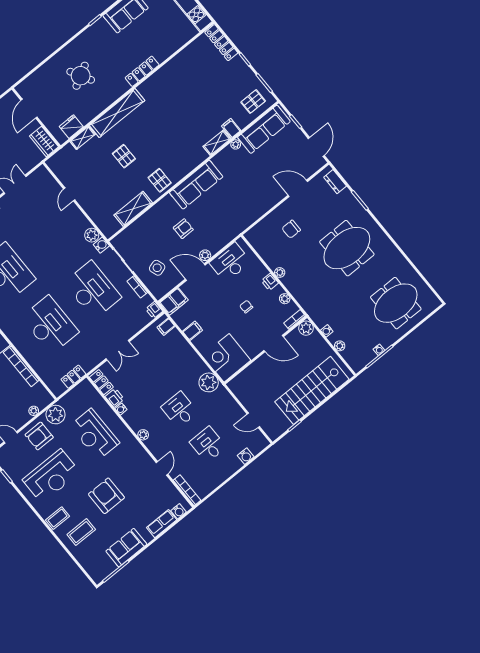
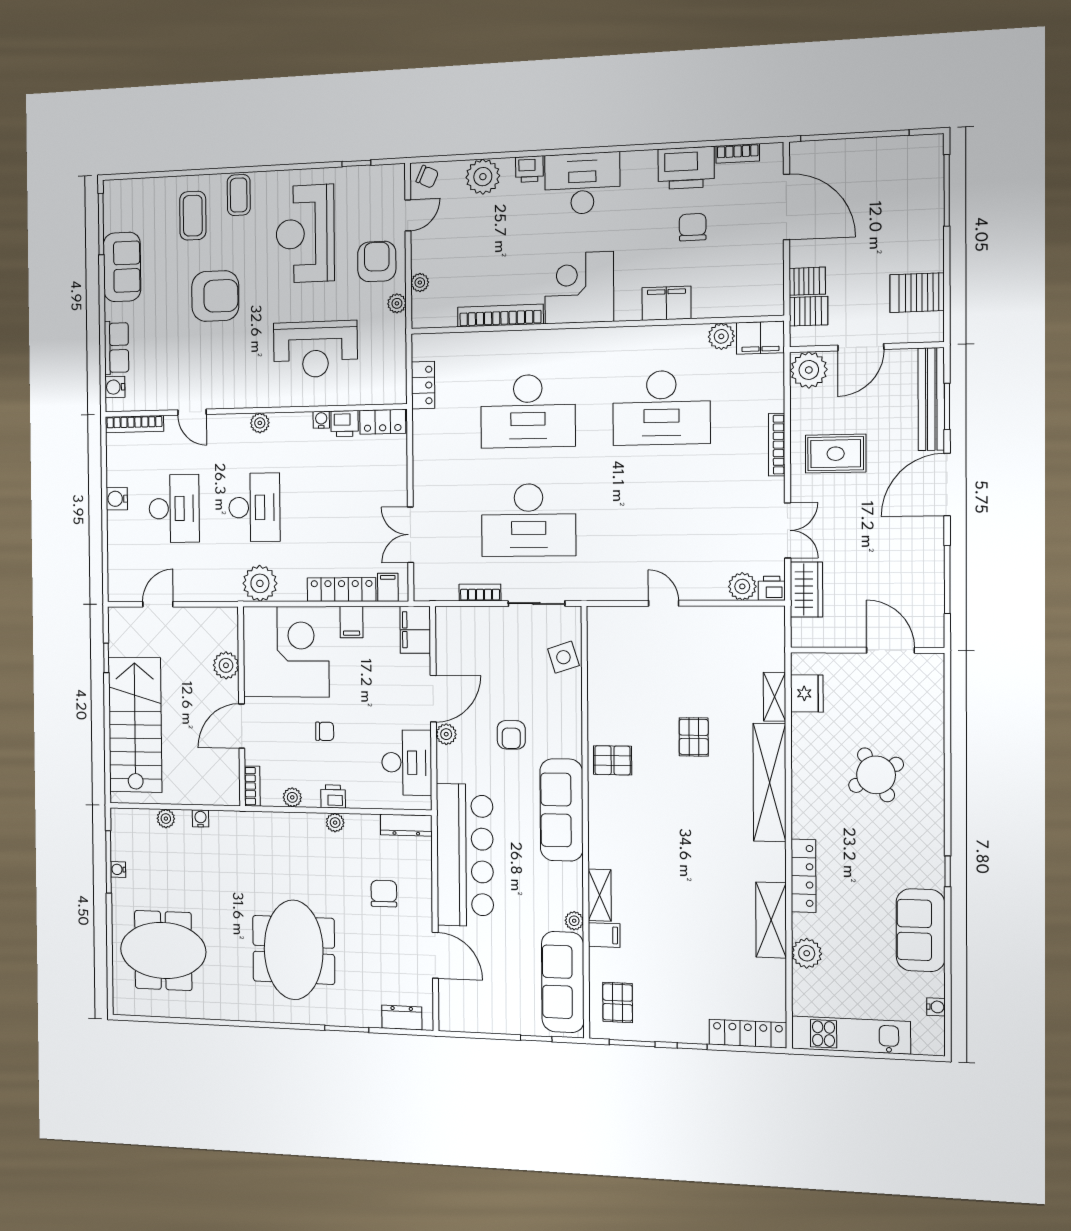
plant: (171, 46) -> (807, 953), added
wardrobe: (44, 141) -> (806, 589), moved, turned 90
door: (316, 147) -> (474, 1035), removed
pallet: (124, 156) -> (694, 737), turned 90
door: (298, 188) -> (435, 955), hinge flipped
door: (69, 194) -> (664, 603), moved
shelving: (133, 209) -> (771, 920), moved
bar counter: (247, 209) -> (465, 855), added
plant: (92, 235) -> (742, 586), moved
dresser: (256, 242) -> (406, 825), added
water cooler: (101, 245) -> (585, 589), removed
side table: (157, 268) -> (563, 657), moved
meeting table: (396, 303) -> (163, 950), turned 90
printer: (154, 310) -> (772, 588), moved
plant: (306, 328) -> (226, 665), moved
locker: (183, 345) -> (342, 590), added
double door: (118, 350) -> (411, 535), moved
corner desk: (227, 358) -> (286, 652), width x1.36, depth x1.36
desk: (179, 410) -> (254, 507), width x1.37
plant: (56, 415) -> (397, 303), width x0.53, depth x0.53
reception desk: (95, 434) -> (315, 349), turned 180
desk: (208, 445) -> (174, 509), width x1.37
water cooler: (246, 456) -> (117, 499), moved

